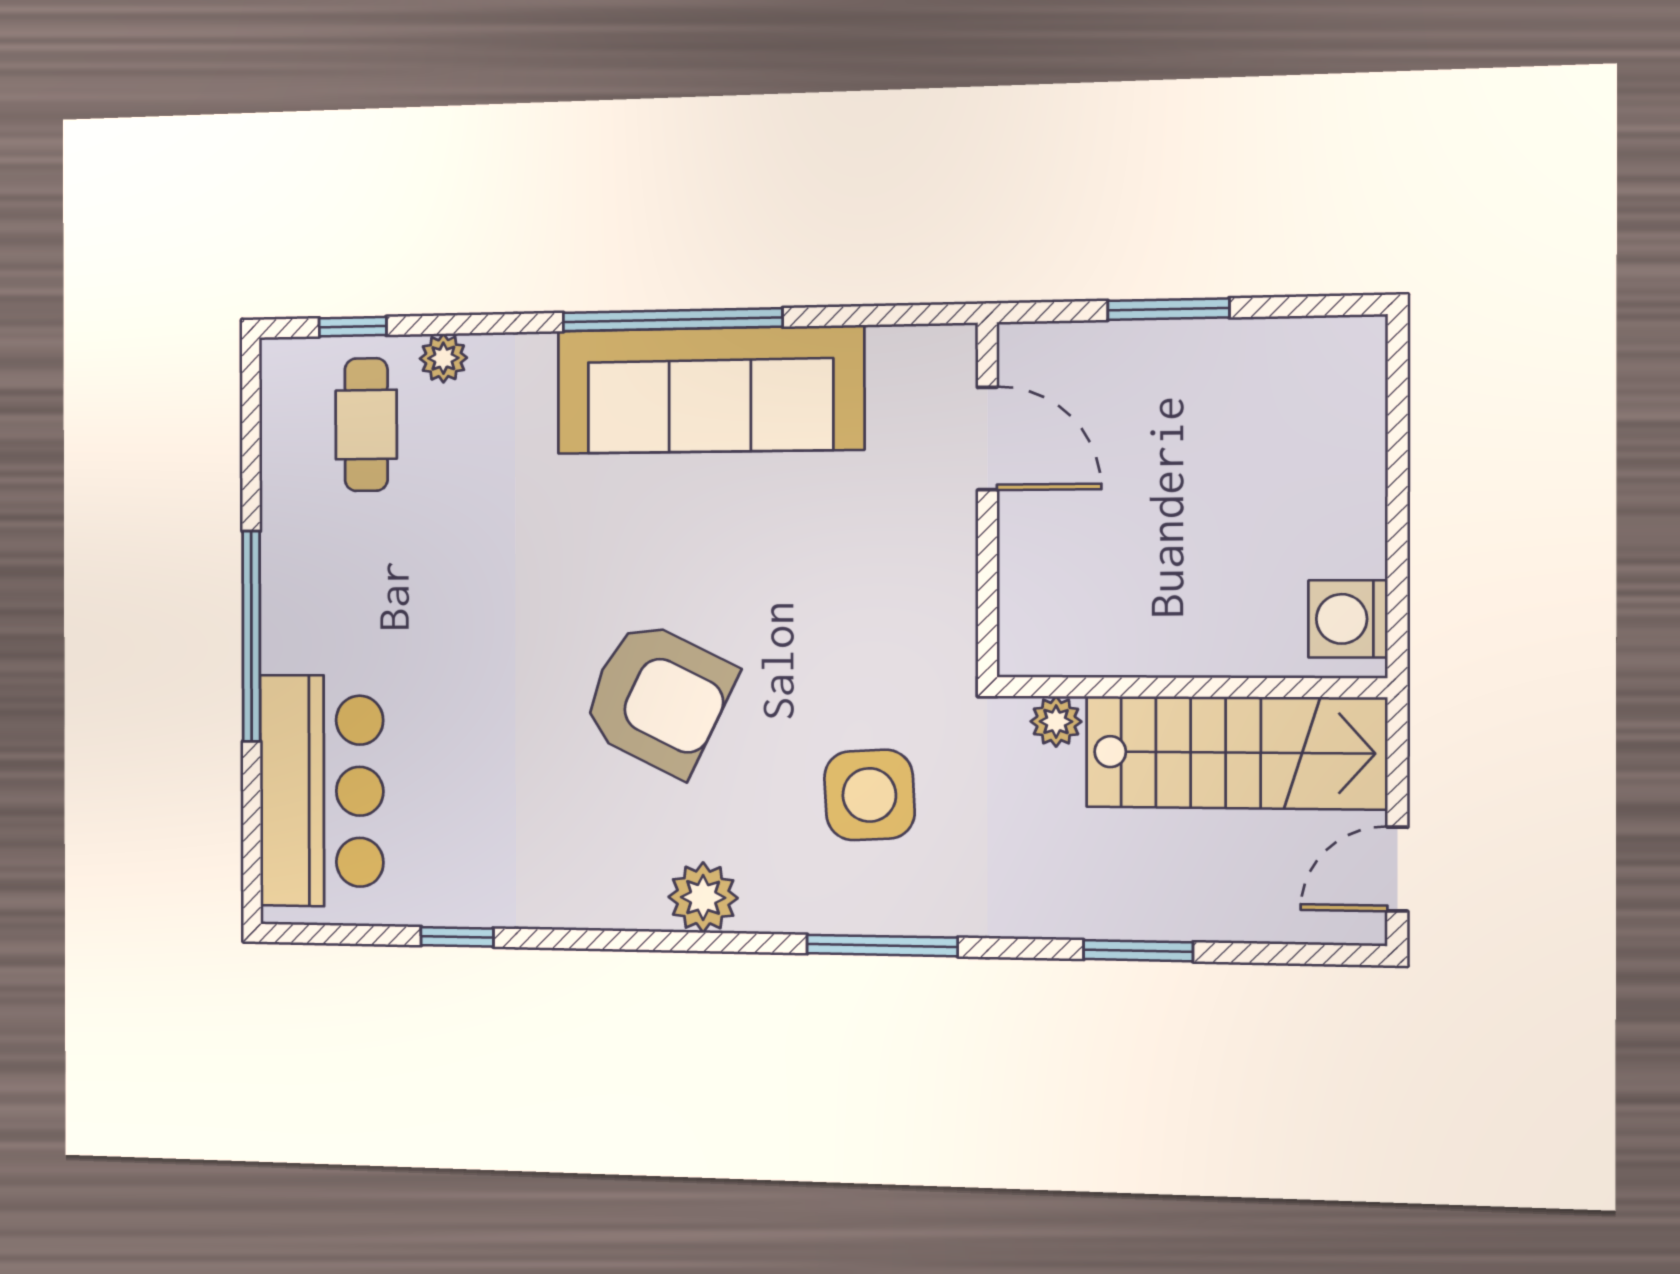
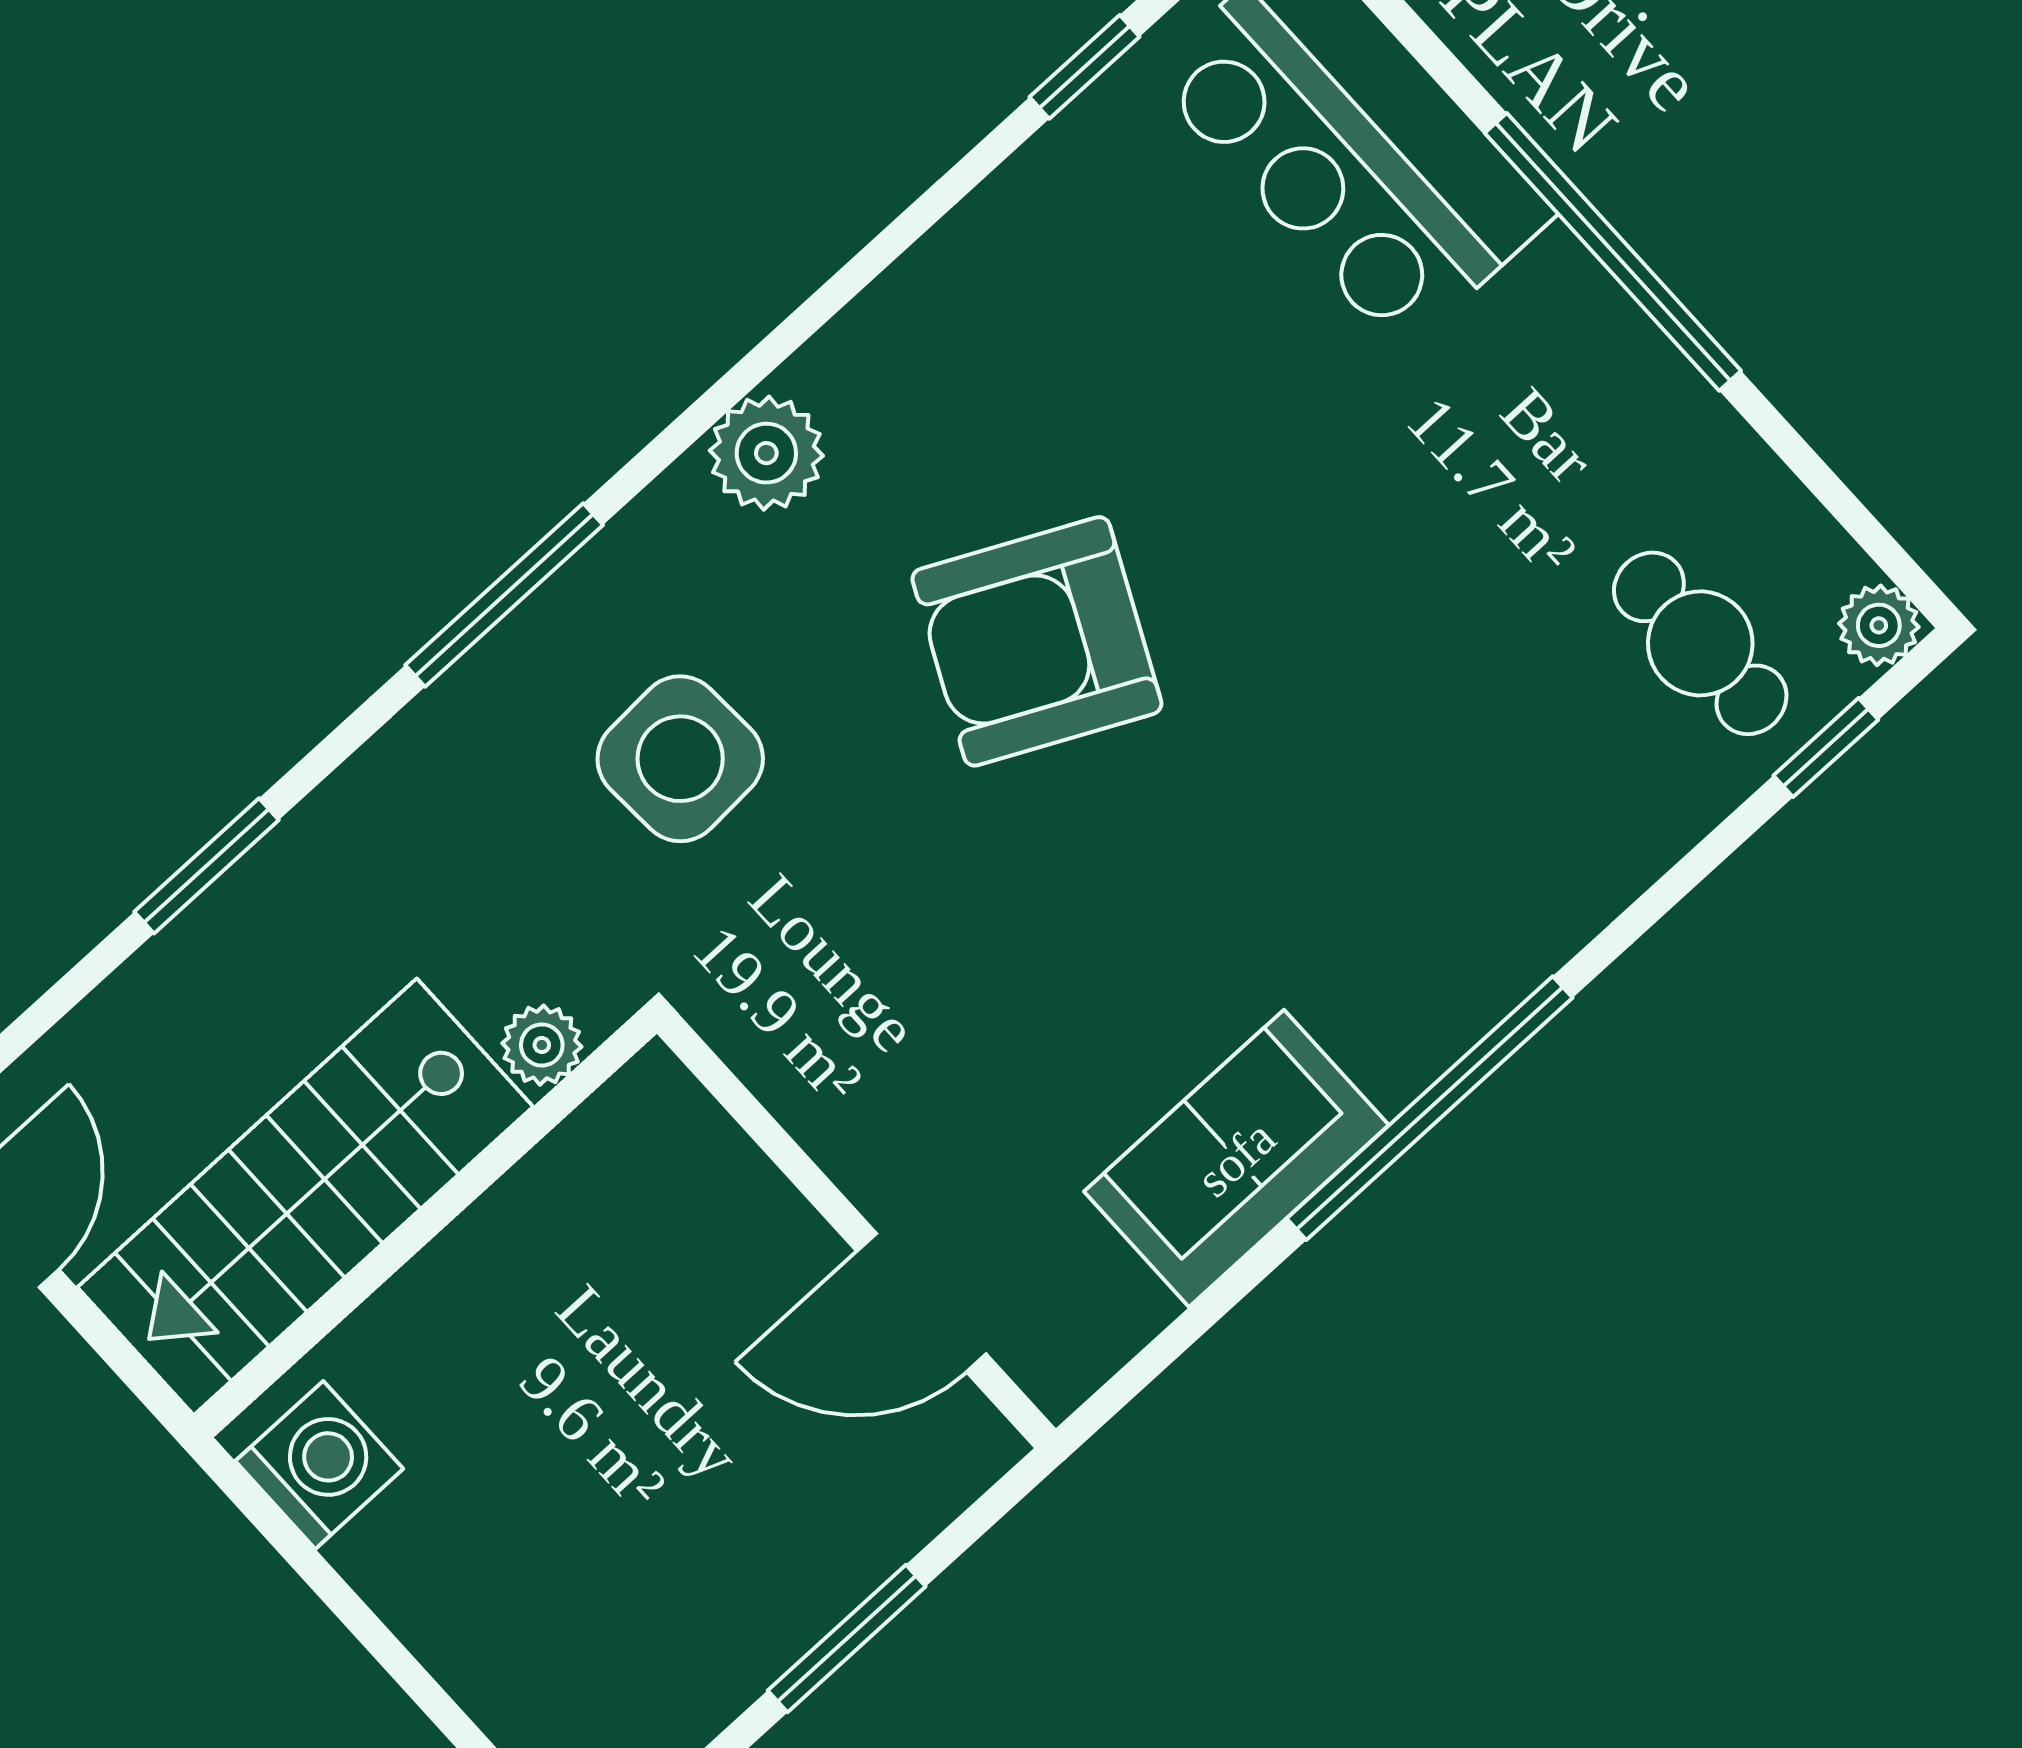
plant: (443, 358) -> (1879, 625), moved
sofa: (710, 390) -> (1236, 1158), width x0.54, depth x0.79
window: (457, 937) -> (1085, 67), moved

